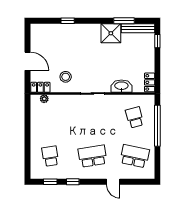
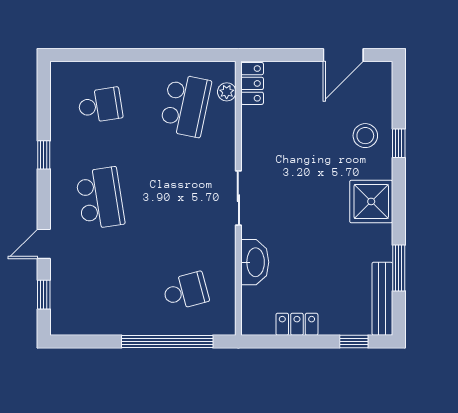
shower: (111, 33) -> (371, 201), moved
door: (28, 61) -> (343, 55), moved
stool: (66, 77) -> (365, 136), moved
locker: (150, 82) -> (297, 324), moved
school desk: (135, 156) -> (186, 105), moved
window: (50, 182) -> (44, 295), moved

